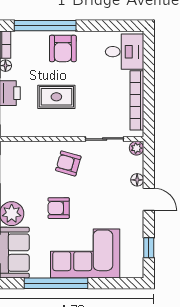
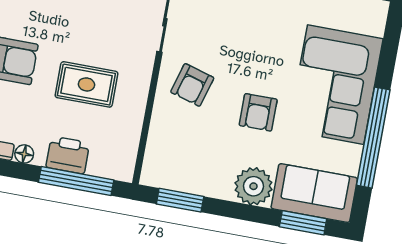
rug: (56, 97) -> (86, 84), turned 90

